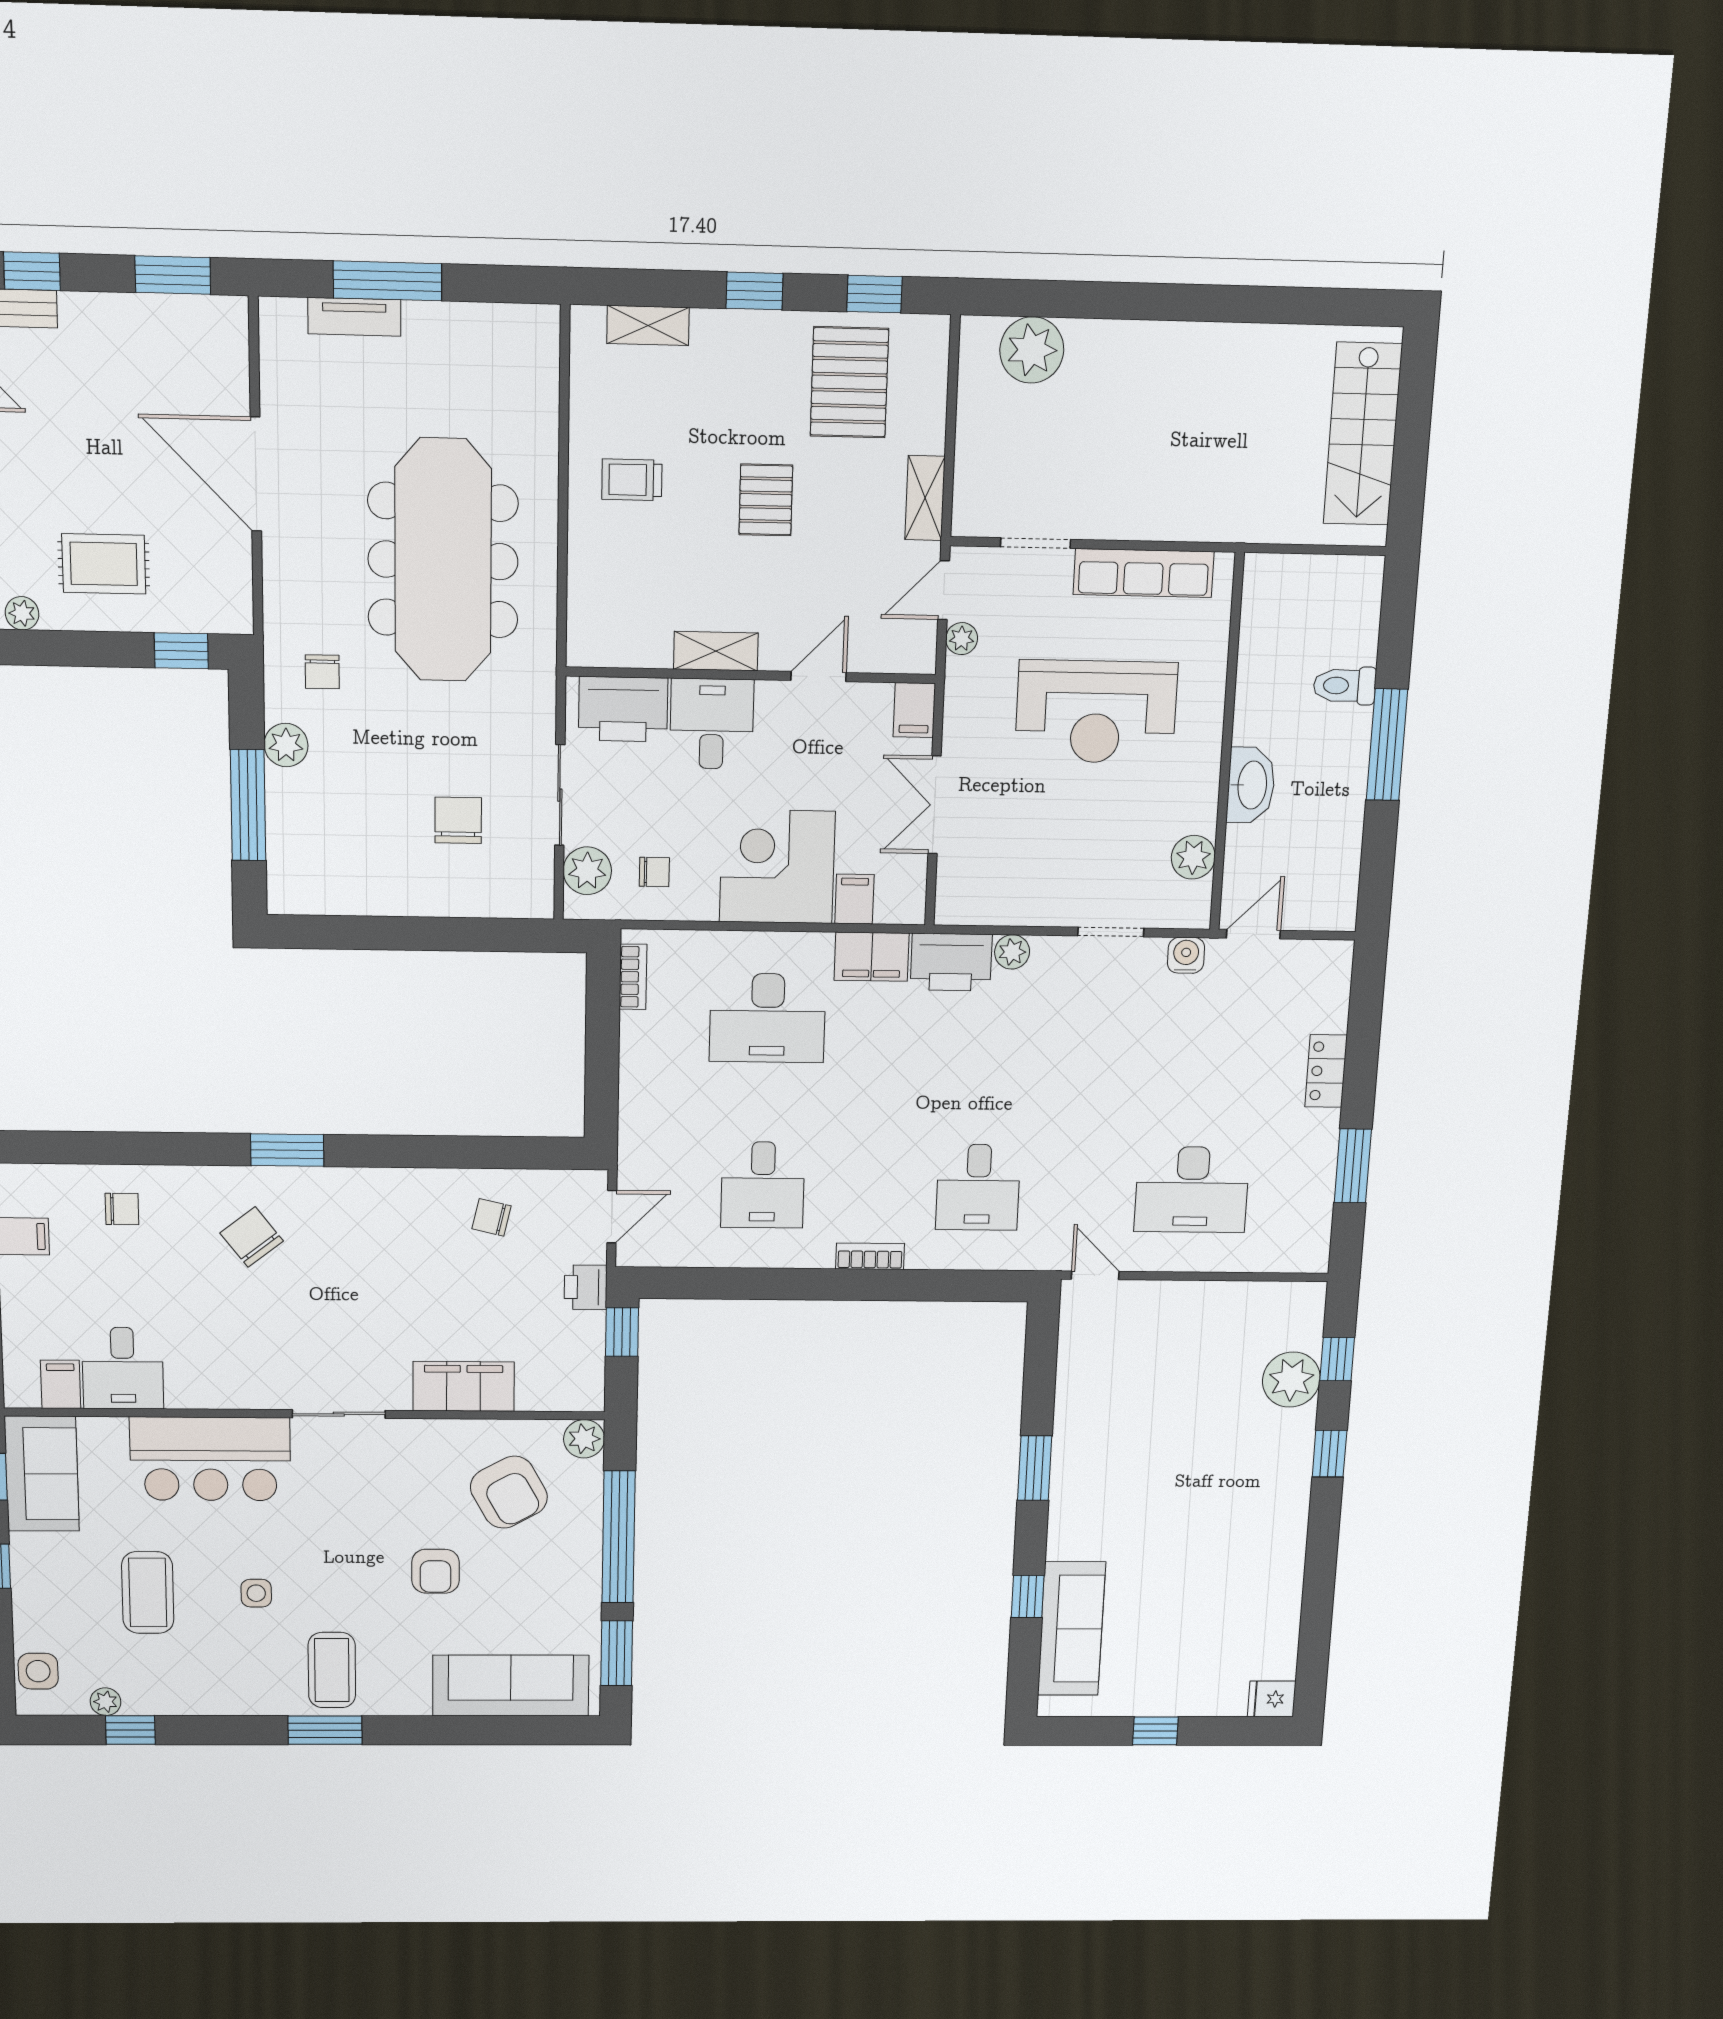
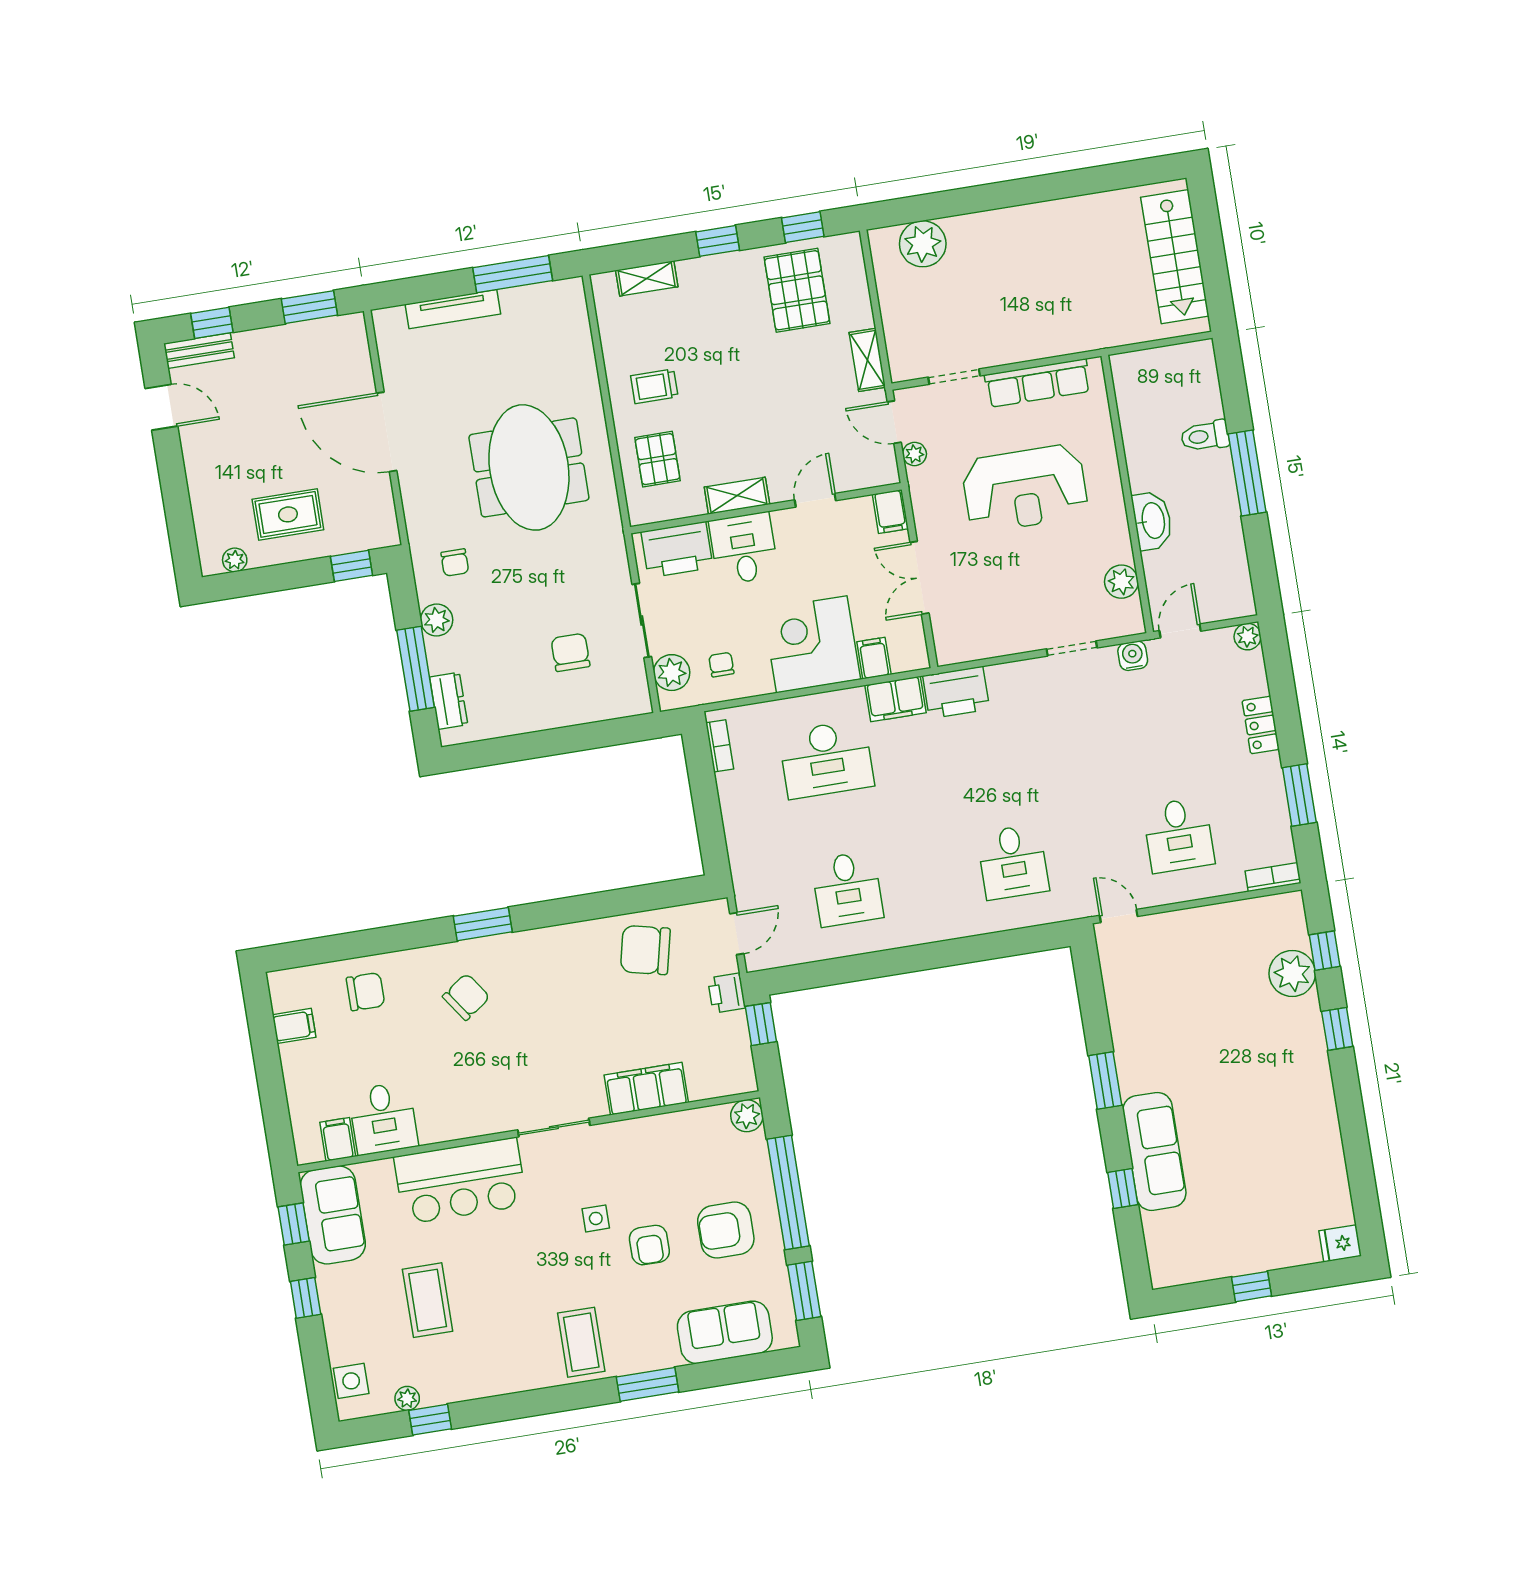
window: (388, 281) -> (513, 274), moved
tv unit: (354, 317) -> (453, 309), width x1.41
pallet: (766, 500) -> (658, 459), moved
meeting table: (443, 560) -> (529, 467), width x0.73
door: (944, 590) -> (894, 422), hinge flipped
dresser: (286, 855) -> (449, 701), added
chair: (654, 872) -> (721, 665), turned -90
plant: (1012, 952) -> (1248, 637), moved
desk: (1192, 1190) -> (1179, 835), width x0.73
chair: (122, 1209) -> (366, 992), width x1.37, depth x1.37
chair: (491, 1217) -> (645, 950), width x1.87, depth x1.87
chair: (252, 1237) -> (466, 997), turned 93
bookcase: (870, 1256) -> (1273, 877), moved
armchair: (509, 1492) -> (726, 1230), moved, turned 119
side table: (256, 1593) -> (596, 1218), moved
sofa: (1071, 1629) -> (1154, 1151), moved
sofa: (511, 1686) -> (725, 1332), width x0.73
window: (325, 1730) -> (647, 1384), moved

